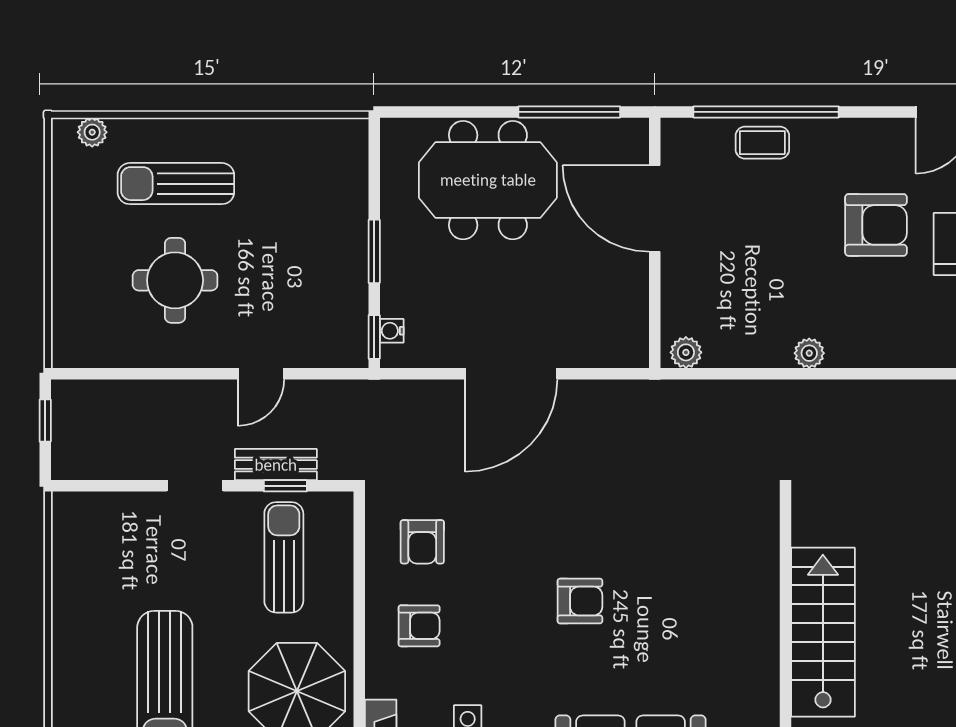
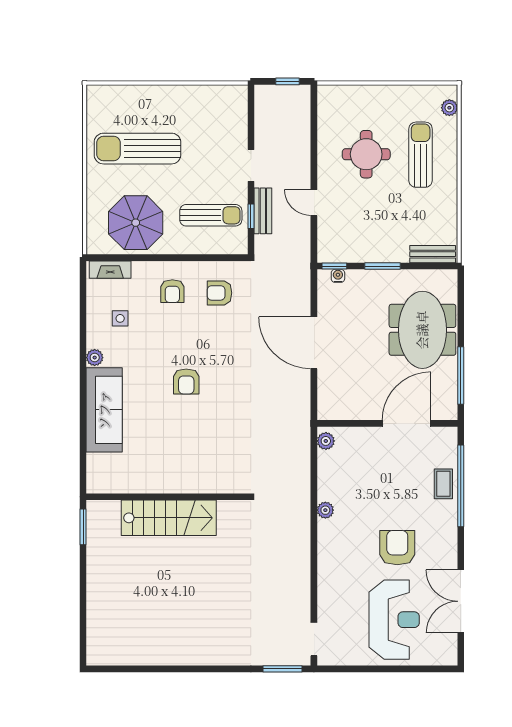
bench: (353, 162) -> (433, 254), added
armchair: (876, 225) -> (397, 548), turned 180

